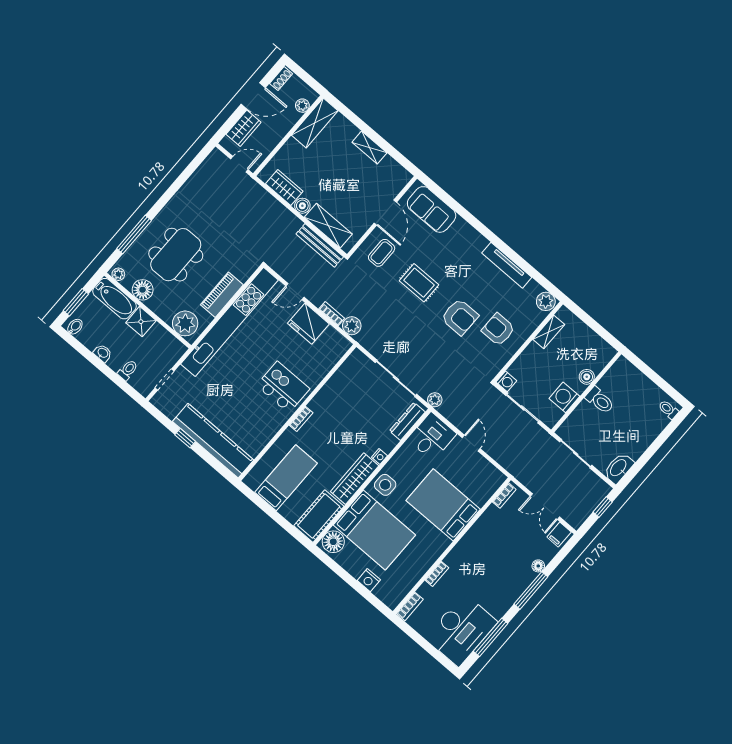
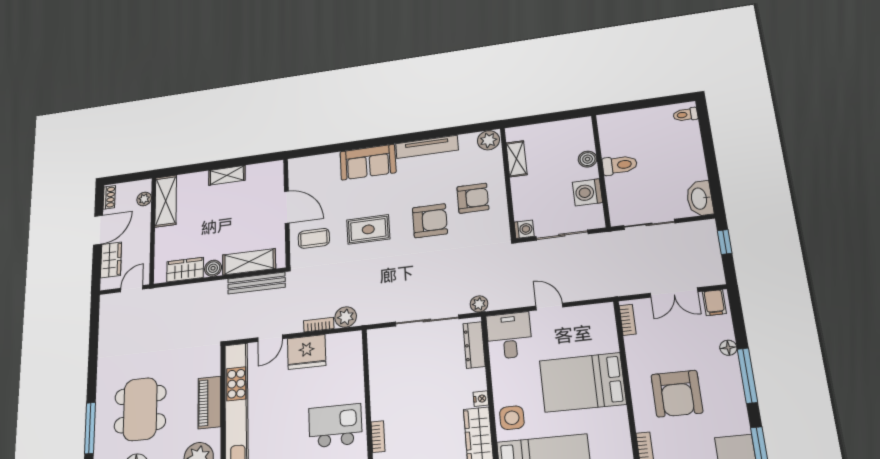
sofa: (432, 209) -> (368, 162), moved
coffee table: (382, 253) -> (314, 238), turned 90
armchair: (498, 330) -> (473, 198), turned 180
armchair: (485, 562) -> (677, 394), added

